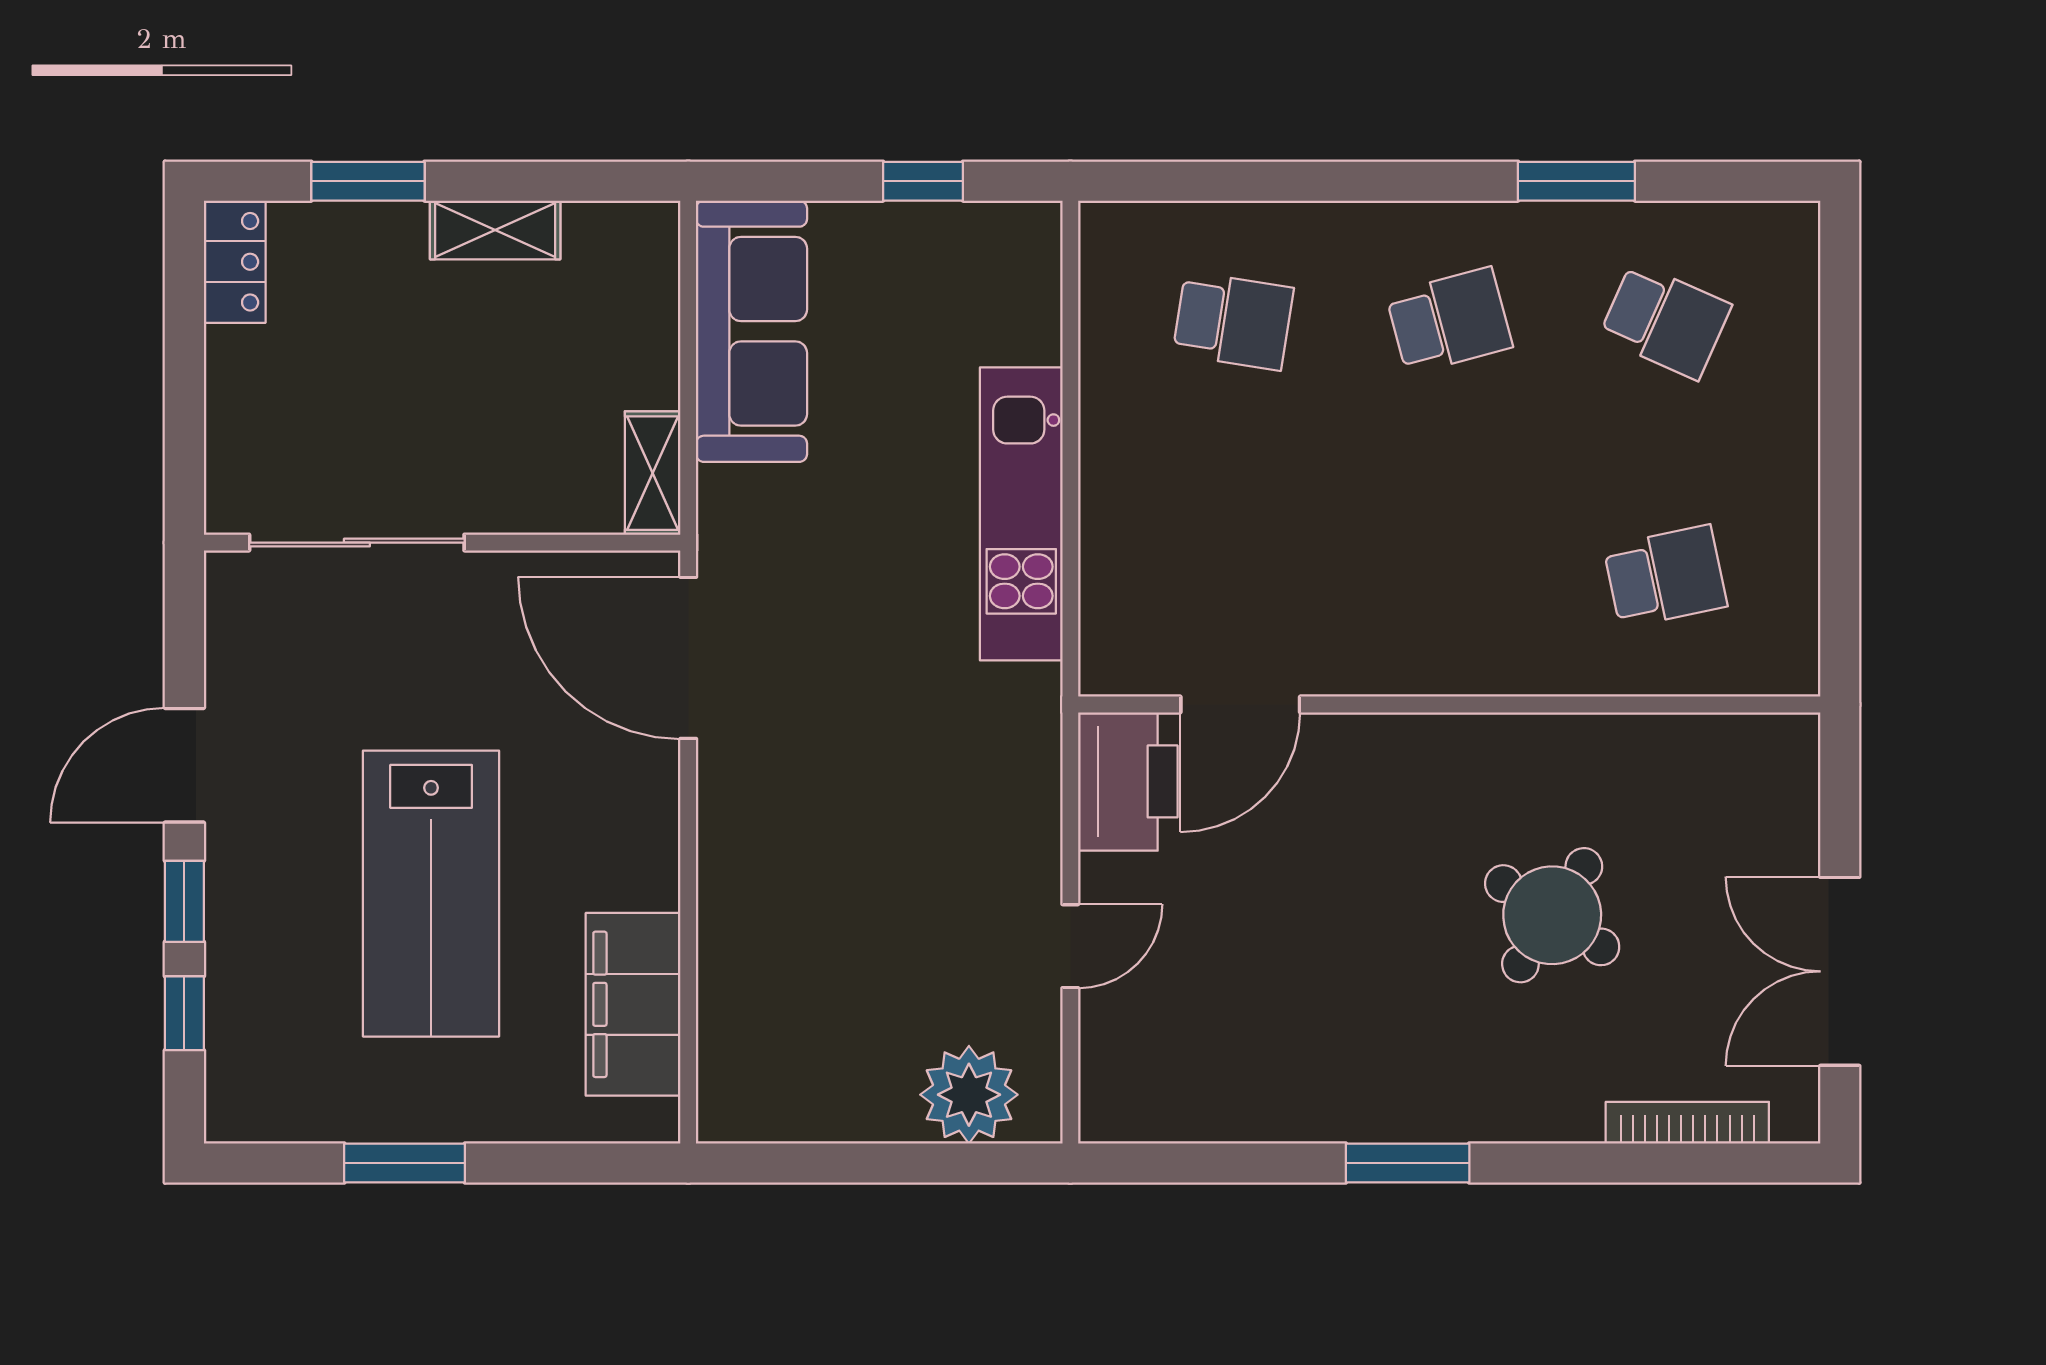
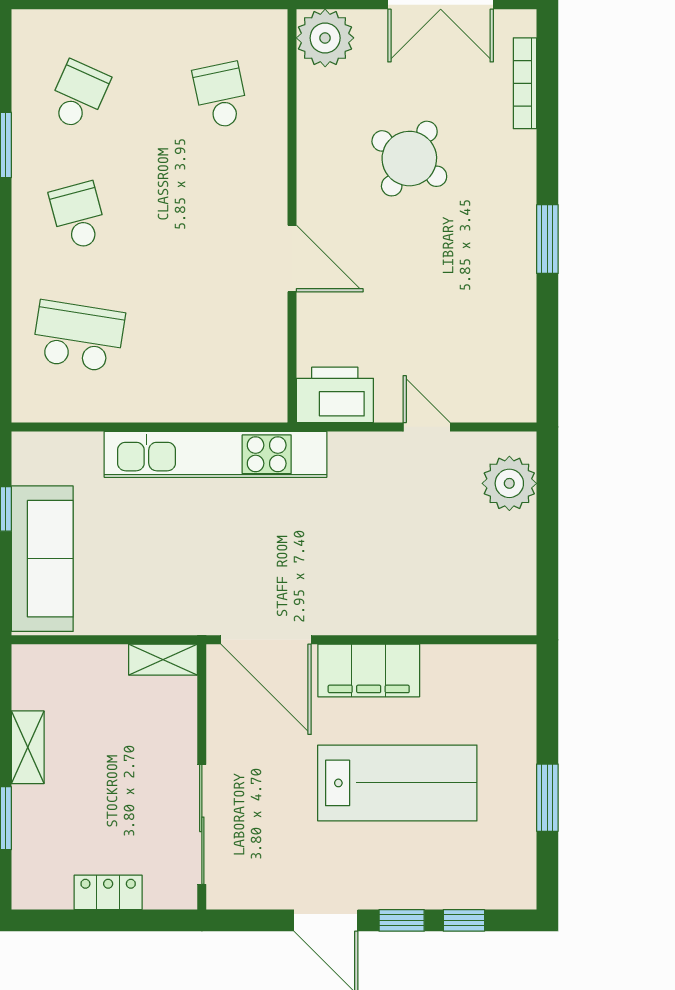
locker: (235, 262) -> (108, 892), moved
school desk: (1233, 321) -> (78, 336), width x1.85
sofa: (751, 331) -> (42, 559), moved, turned 90
kitchen unit: (1021, 514) -> (215, 454), width x1.36
door: (688, 658) -> (266, 640), hinge flipped
door: (1240, 704) -> (292, 259), moved
plant: (1769, 764) -> (325, 38), added
filing cabinet: (633, 1004) -> (369, 670), moved

